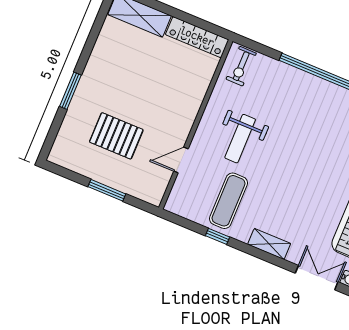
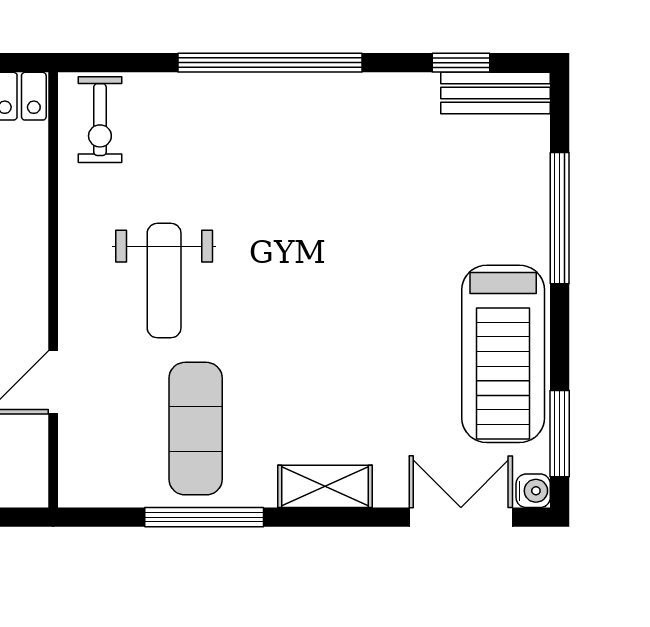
window: (218, 236) -> (204, 517), width x2.17

